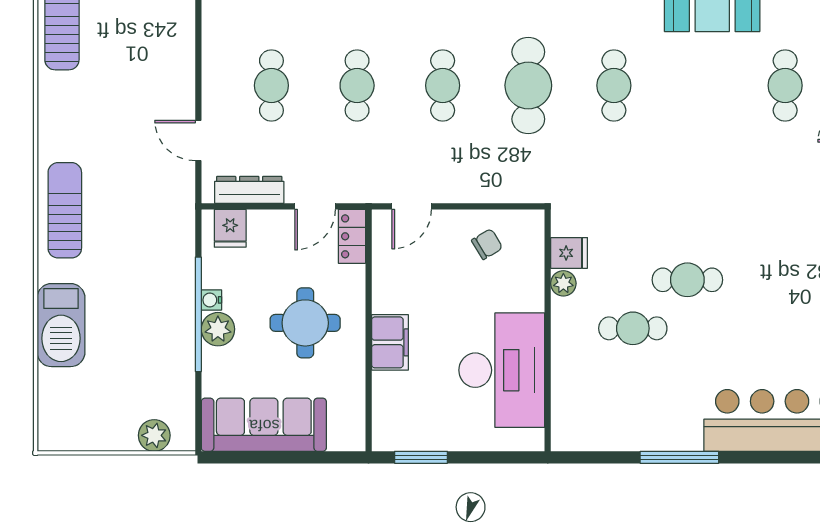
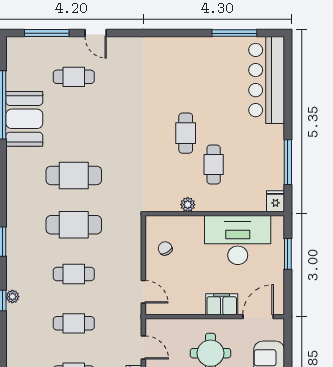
cafe table: (614, 85) -> (74, 175), width x1.37, depth x1.35
locker: (352, 236) -> (161, 326), removed
fridge: (569, 253) -> (276, 201), moved
door: (369, 406) -> (258, 317), added
window: (421, 457) -> (288, 254), moved
window: (679, 457) -> (288, 162), moved

